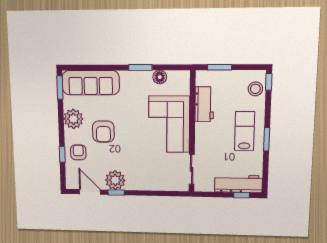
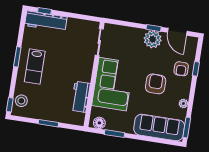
workbench: (204, 104) -> (80, 97), moved
plant: (73, 119) -> (183, 103), width x0.53, depth x0.53
corner sofa: (169, 124) -> (113, 84), moved
wall: (192, 132) -> (94, 75), moved
sliding door: (192, 169) -> (99, 42), moved

